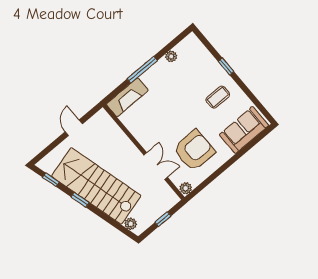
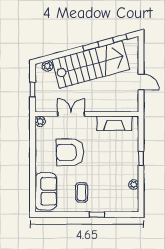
window: (142, 70) -> (141, 158), width x0.46
fireplace: (127, 97) -> (114, 123), moved, turned -90
armchair: (194, 150) -> (70, 152), moved, turned 90
double door: (156, 166) -> (71, 114), swing flipped

